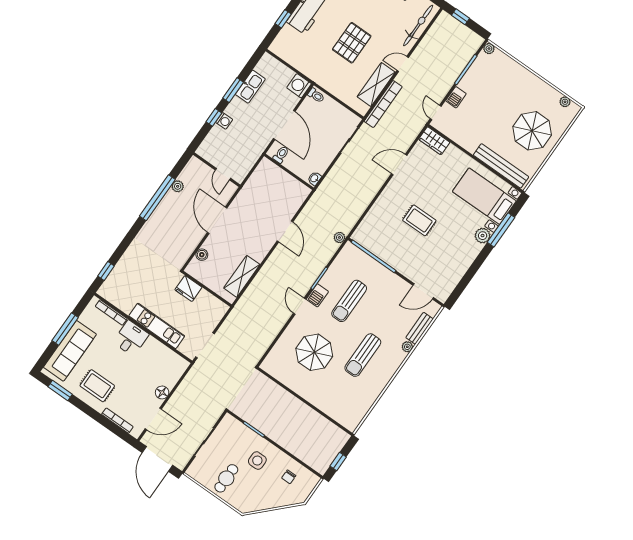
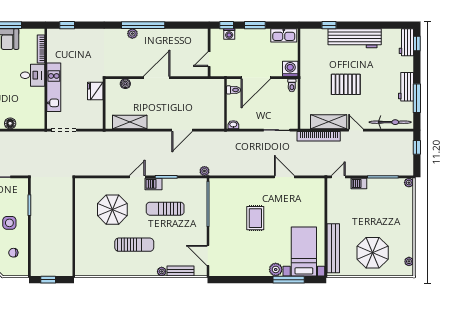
kitchen sink: (250, 87) -> (284, 35), moved
wardrobe: (434, 141) -> (318, 190), removed
wall: (217, 170) -> (209, 53), moved
door: (223, 174) -> (209, 59), moved
plant: (178, 186) -> (132, 34), moved
sun lounger: (363, 355) -> (134, 245), turned 180

